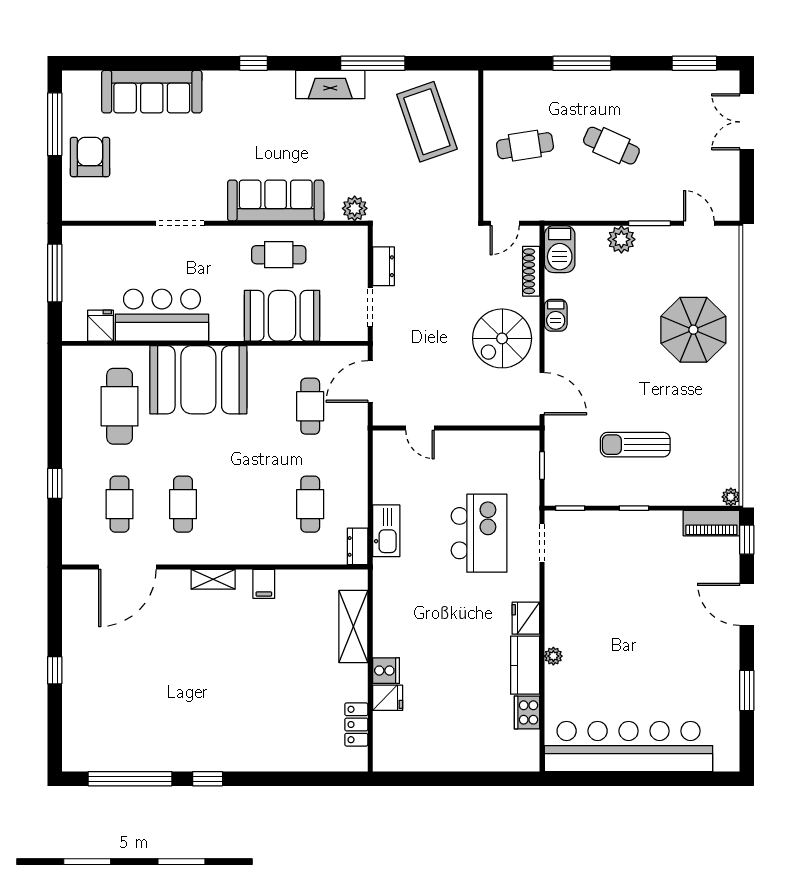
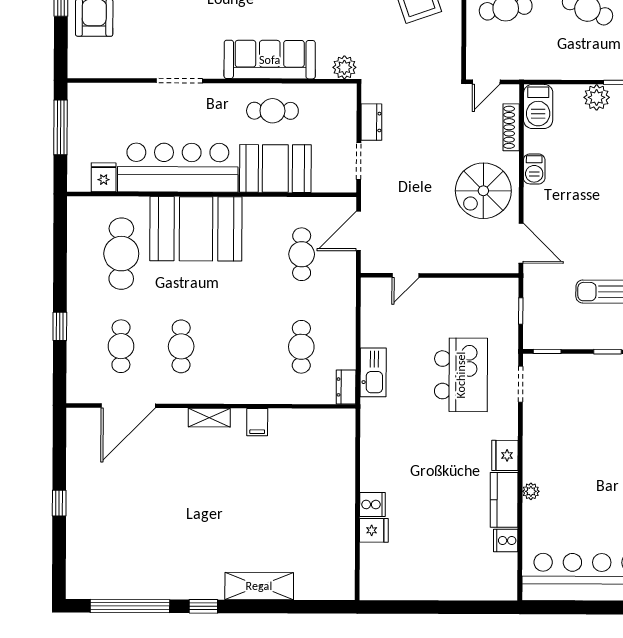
bar counter: (162, 315) -> (178, 168), width x1.36
door: (420, 428) -> (405, 275), hinge flipped
shelving: (353, 627) -> (259, 586), moved, turned 90
cooker: (527, 712) -> (506, 541), width x0.73
locker: (356, 724) -> (344, 555), removed

